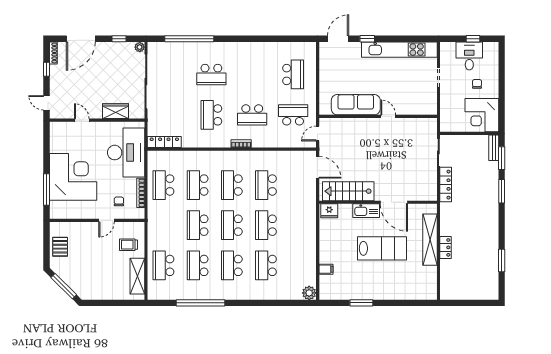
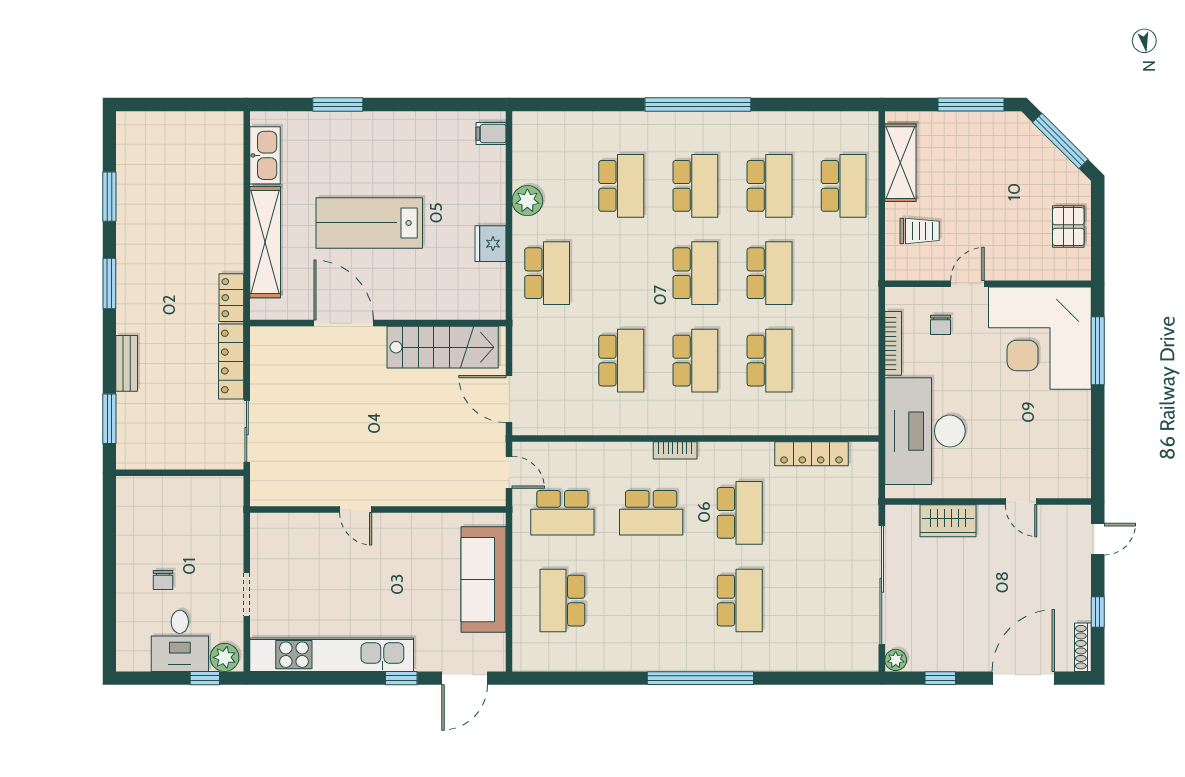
window: (189, 39) -> (700, 678), moved
window: (473, 39) -> (205, 678), moved
plant: (449, 48) -> (225, 657), added
school desk: (211, 74) -> (740, 601), turned 90
door: (47, 103) -> (1098, 539), hinge flipped
sofa: (356, 105) -> (483, 580), moved, turned 90
school desk: (252, 115) -> (651, 513), turned 180
corner desk: (482, 115) -> (152, 512), removed
door: (318, 134) -> (509, 472), hinge flipped
locker: (164, 142) -> (812, 454), moved
bench: (494, 148) -> (127, 363), moved
corner desk: (73, 177) -> (1040, 338), moved
school desk: (164, 185) -> (844, 361), removed
window: (502, 191) -> (109, 283), moved
fridge: (329, 211) -> (490, 244), moved, turned -90
kitchen sink: (366, 211) -> (265, 155), moved, turned 90
school desk: (266, 225) -> (547, 273), moved
locker: (446, 247) -> (231, 298), moved
filing cabinet: (326, 269) -> (491, 134), moved
plant: (309, 293) -> (527, 201), moved
window: (105, 303) -> (971, 104), added
window: (200, 303) -> (698, 104), moved
window: (361, 303) -> (338, 104), moved

